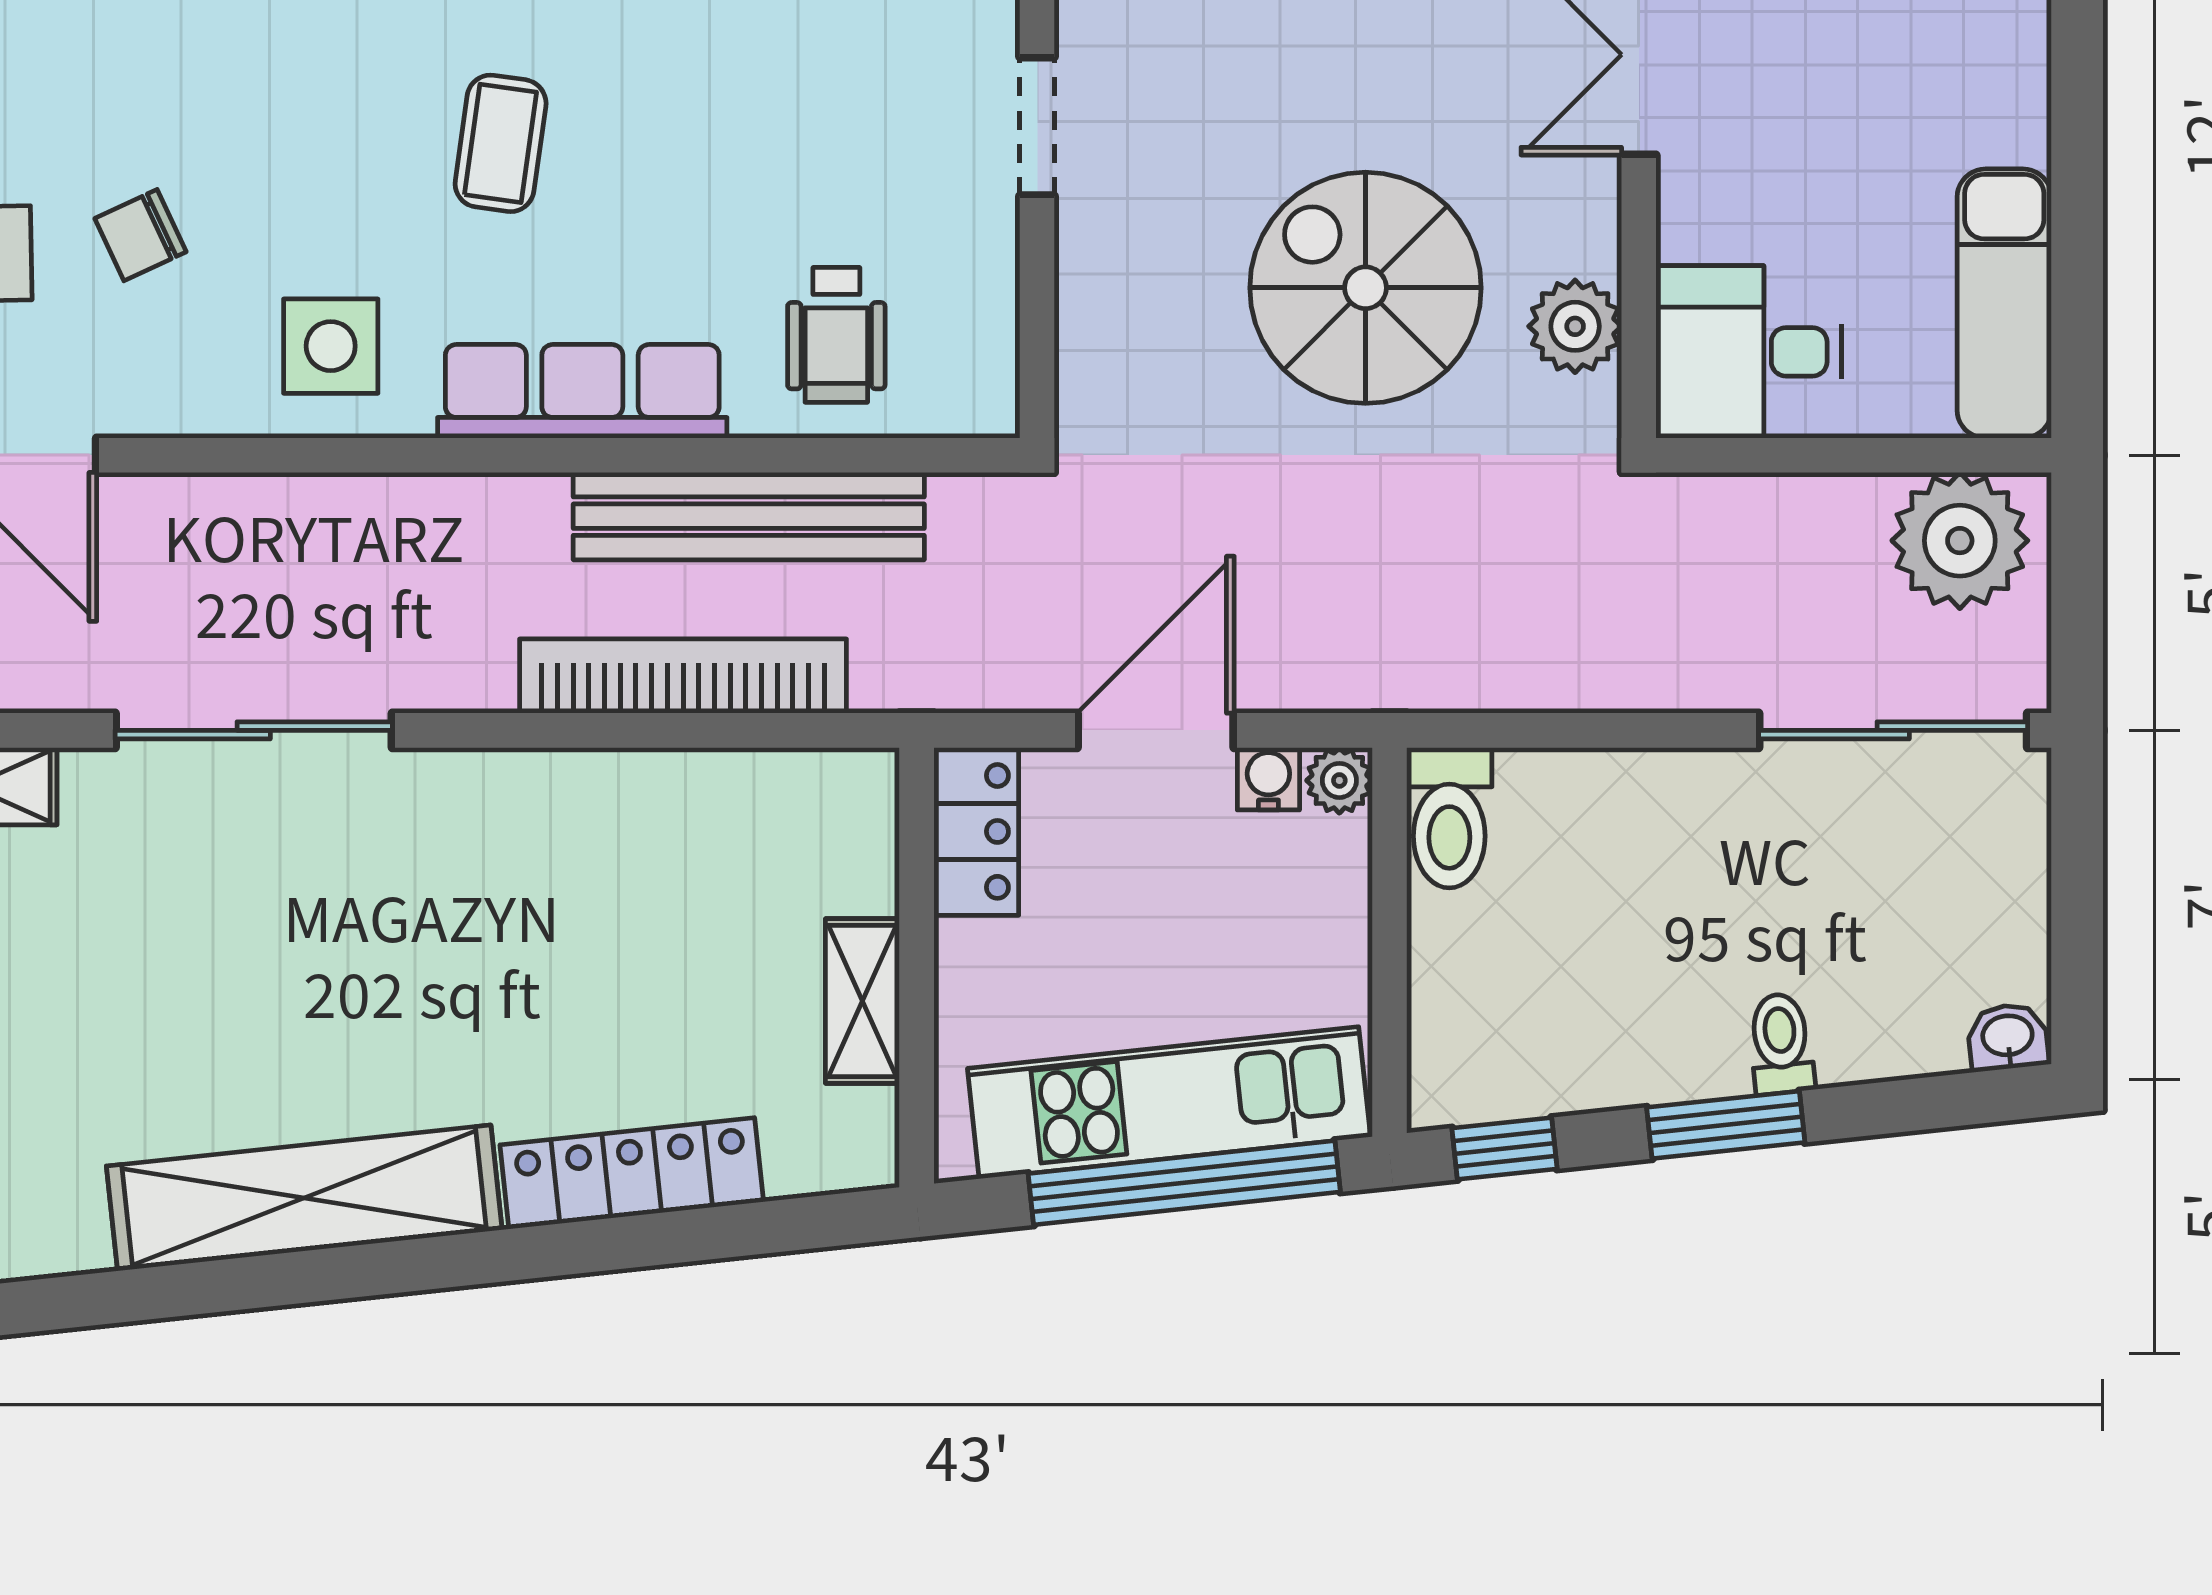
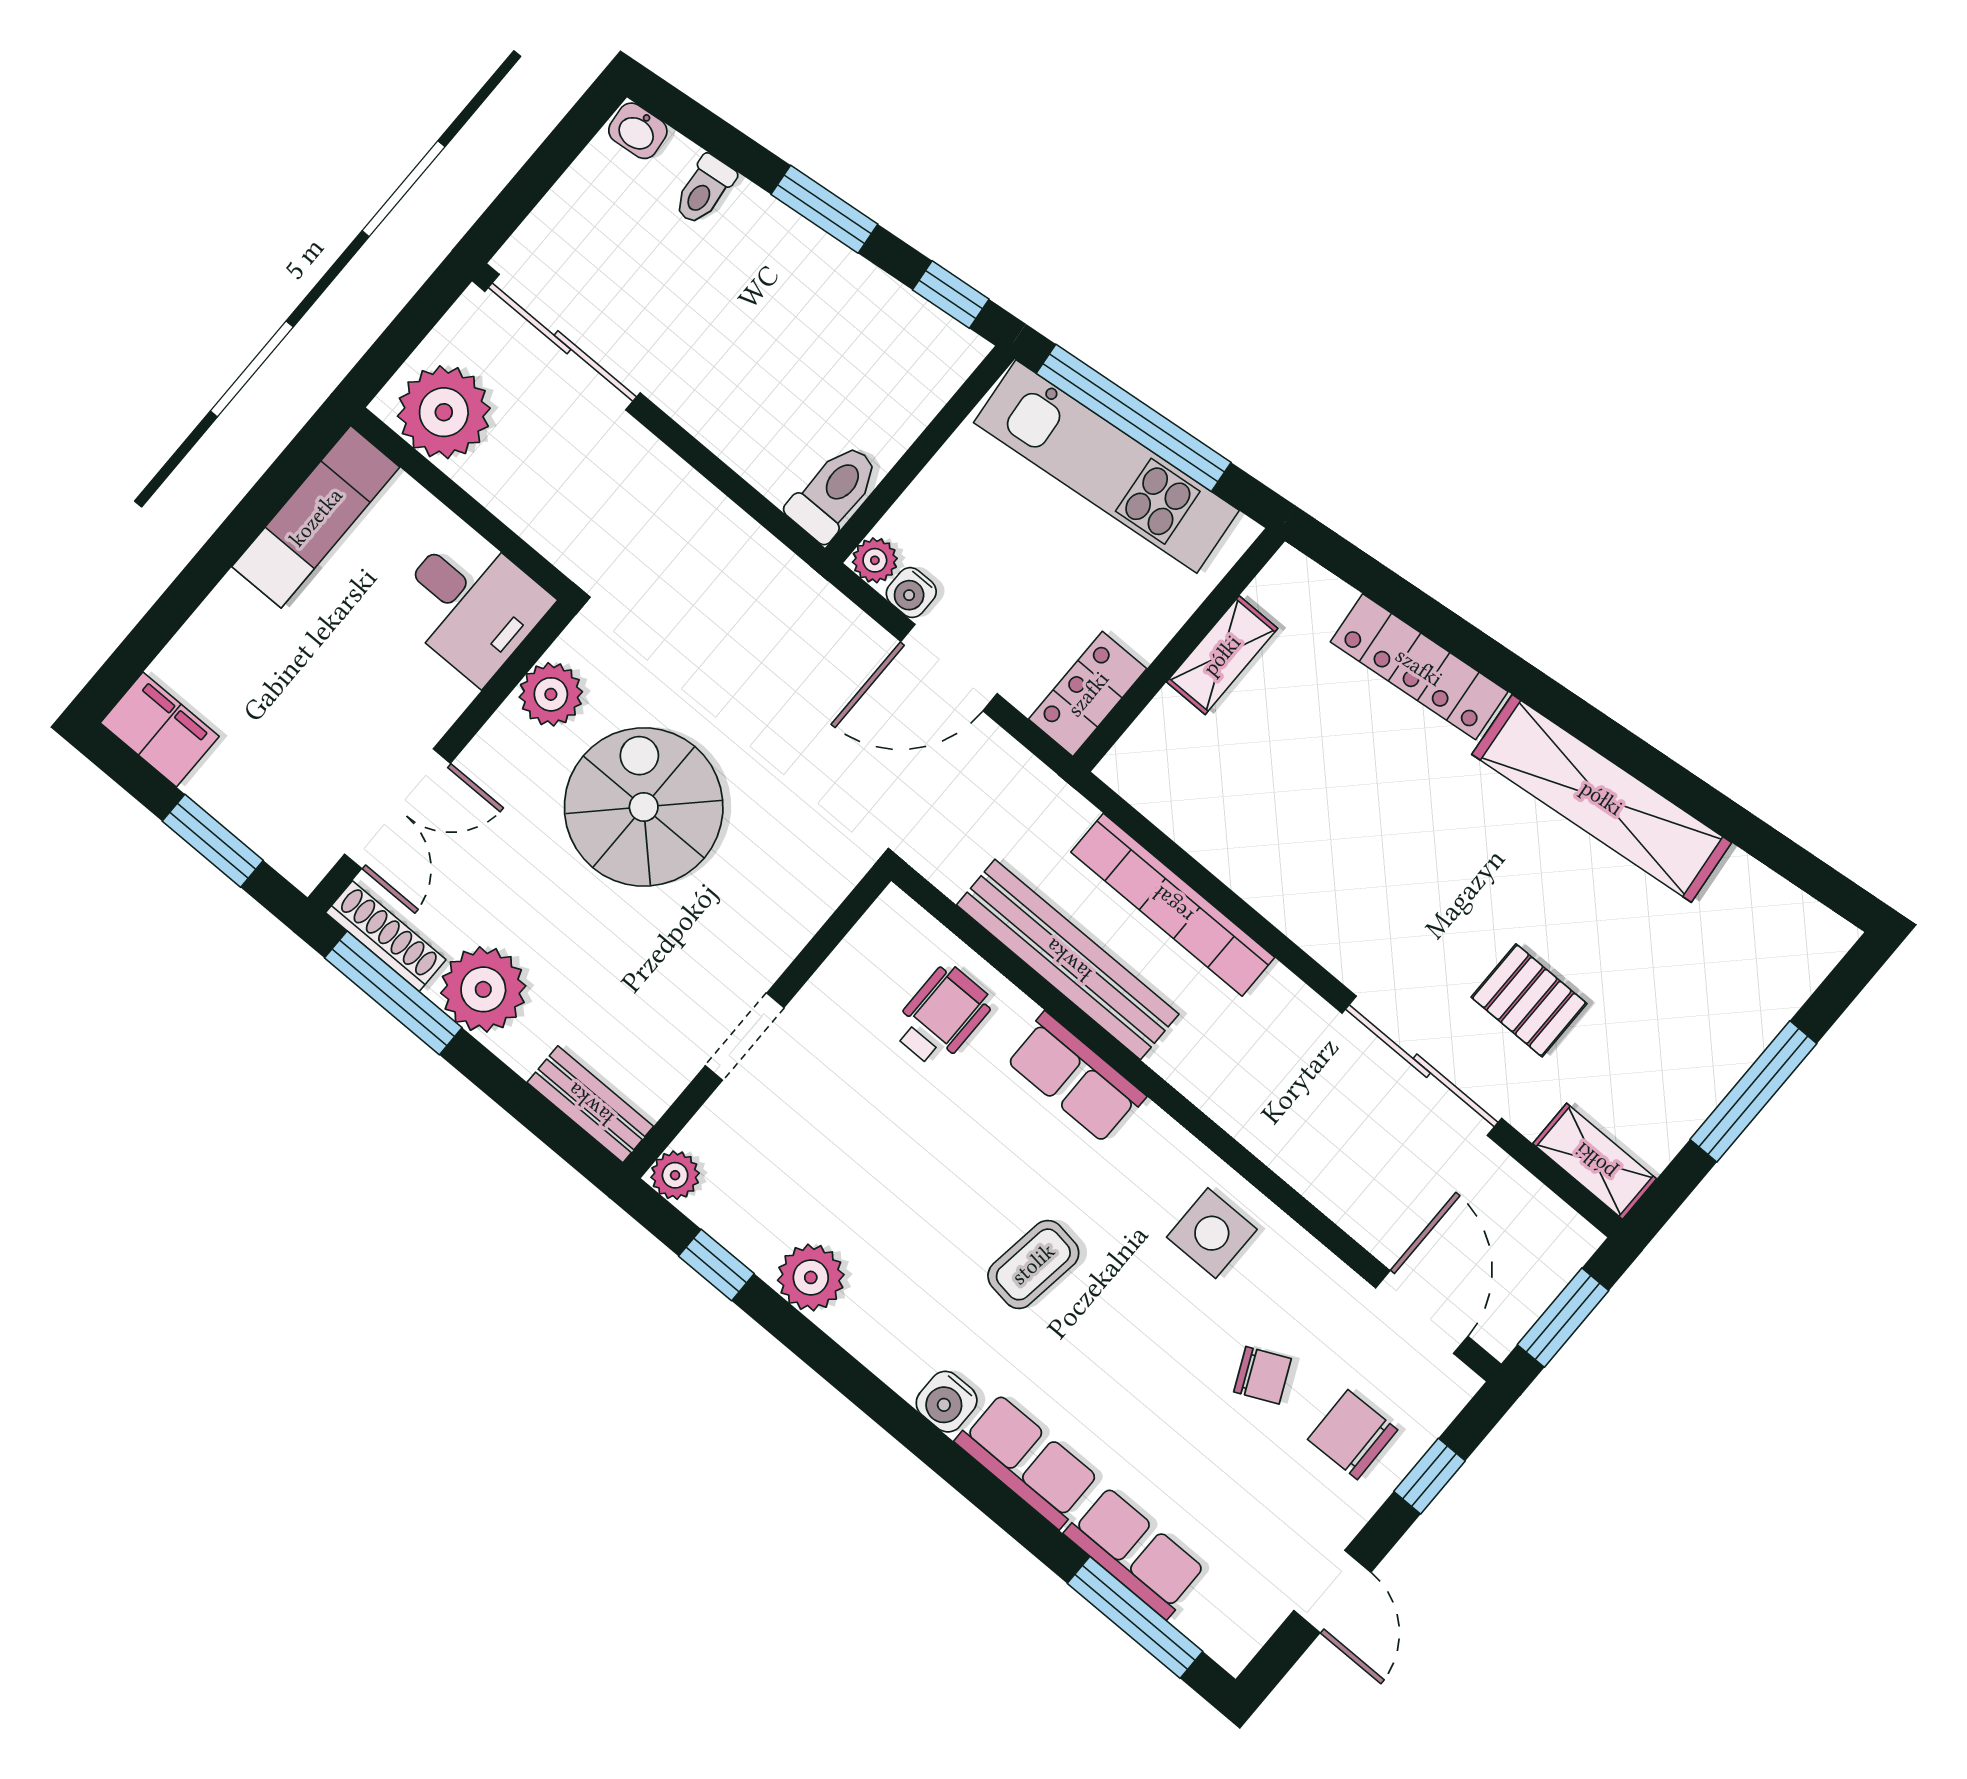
spiral stairs: (1365, 288) -> (644, 807), turned 180
row of seats: (582, 391) -> (1075, 1078), width x0.68
pallet: (195, 904) -> (1529, 1000), added
toilet: (1781, 1044) -> (704, 190), moved

